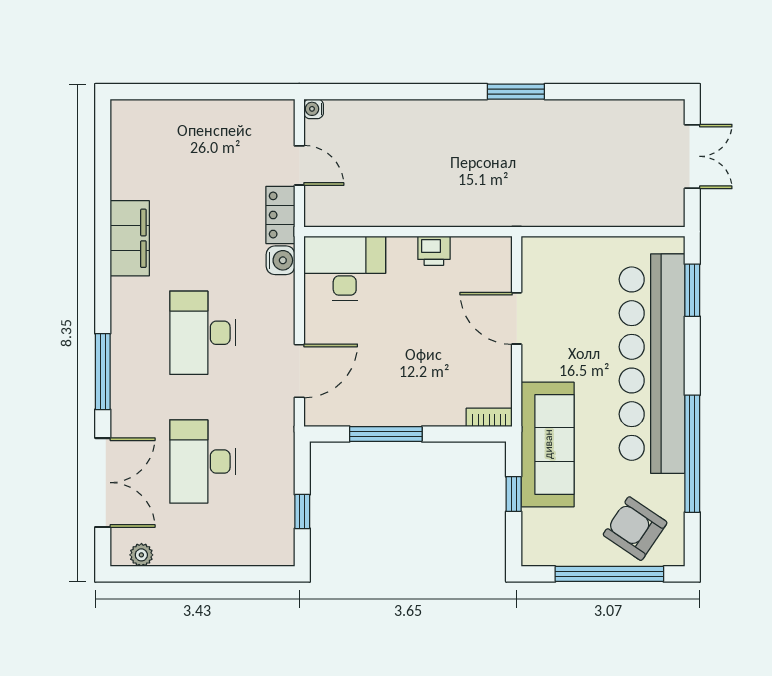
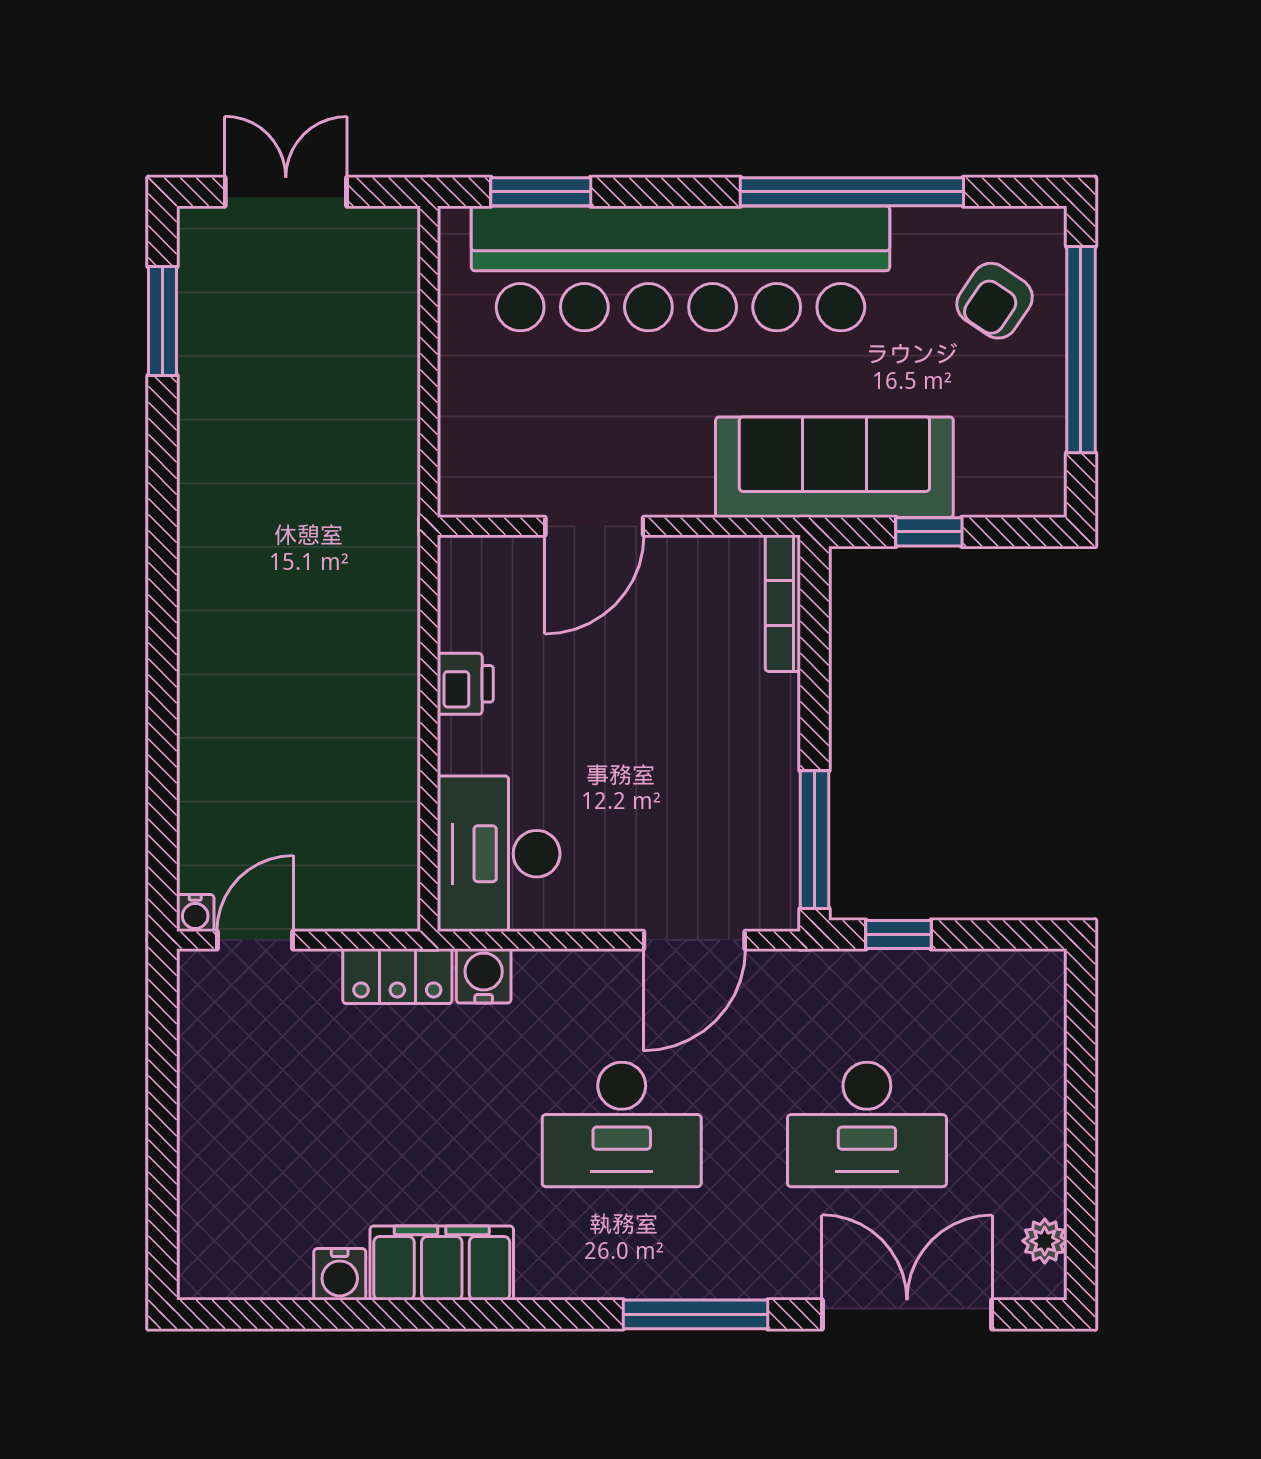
window: (516, 92) -> (162, 321), moved
door: (299, 165) -> (255, 940), moved
water cooler: (124, 185) -> (340, 1274), added
door: (299, 371) -> (694, 940), swing flipped
bookcase: (489, 417) -> (783, 603), width x1.56
window: (386, 434) -> (814, 840), moved
window: (302, 511) -> (899, 934), moved
armchair: (635, 529) -> (995, 301), width x0.72, depth x0.72

